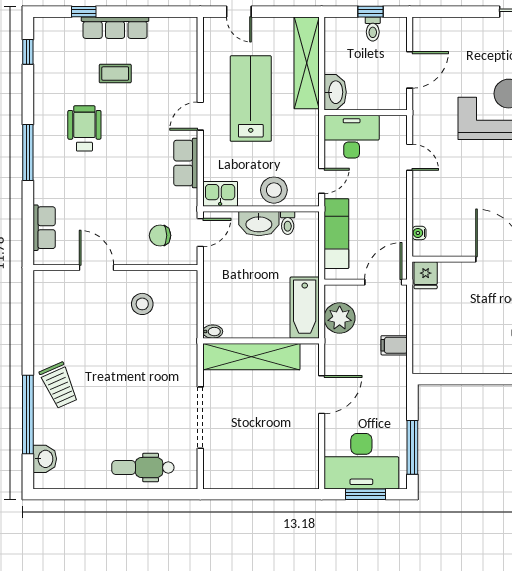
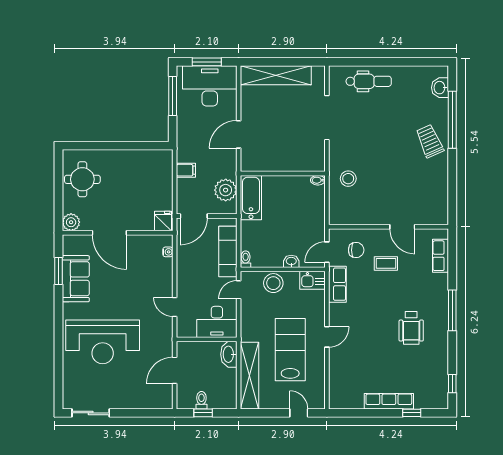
coffee table: (115, 74) -> (386, 263), moved
lab bench: (251, 99) -> (290, 350), turned 180
row of seats: (186, 163) -> (337, 284), moved
toilet: (288, 223) -> (246, 259), moved
washbasin: (259, 224) -> (291, 261), width x0.52, depth x0.69
stool: (142, 304) -> (348, 179), moved
shelving: (251, 357) -> (276, 75), moved

